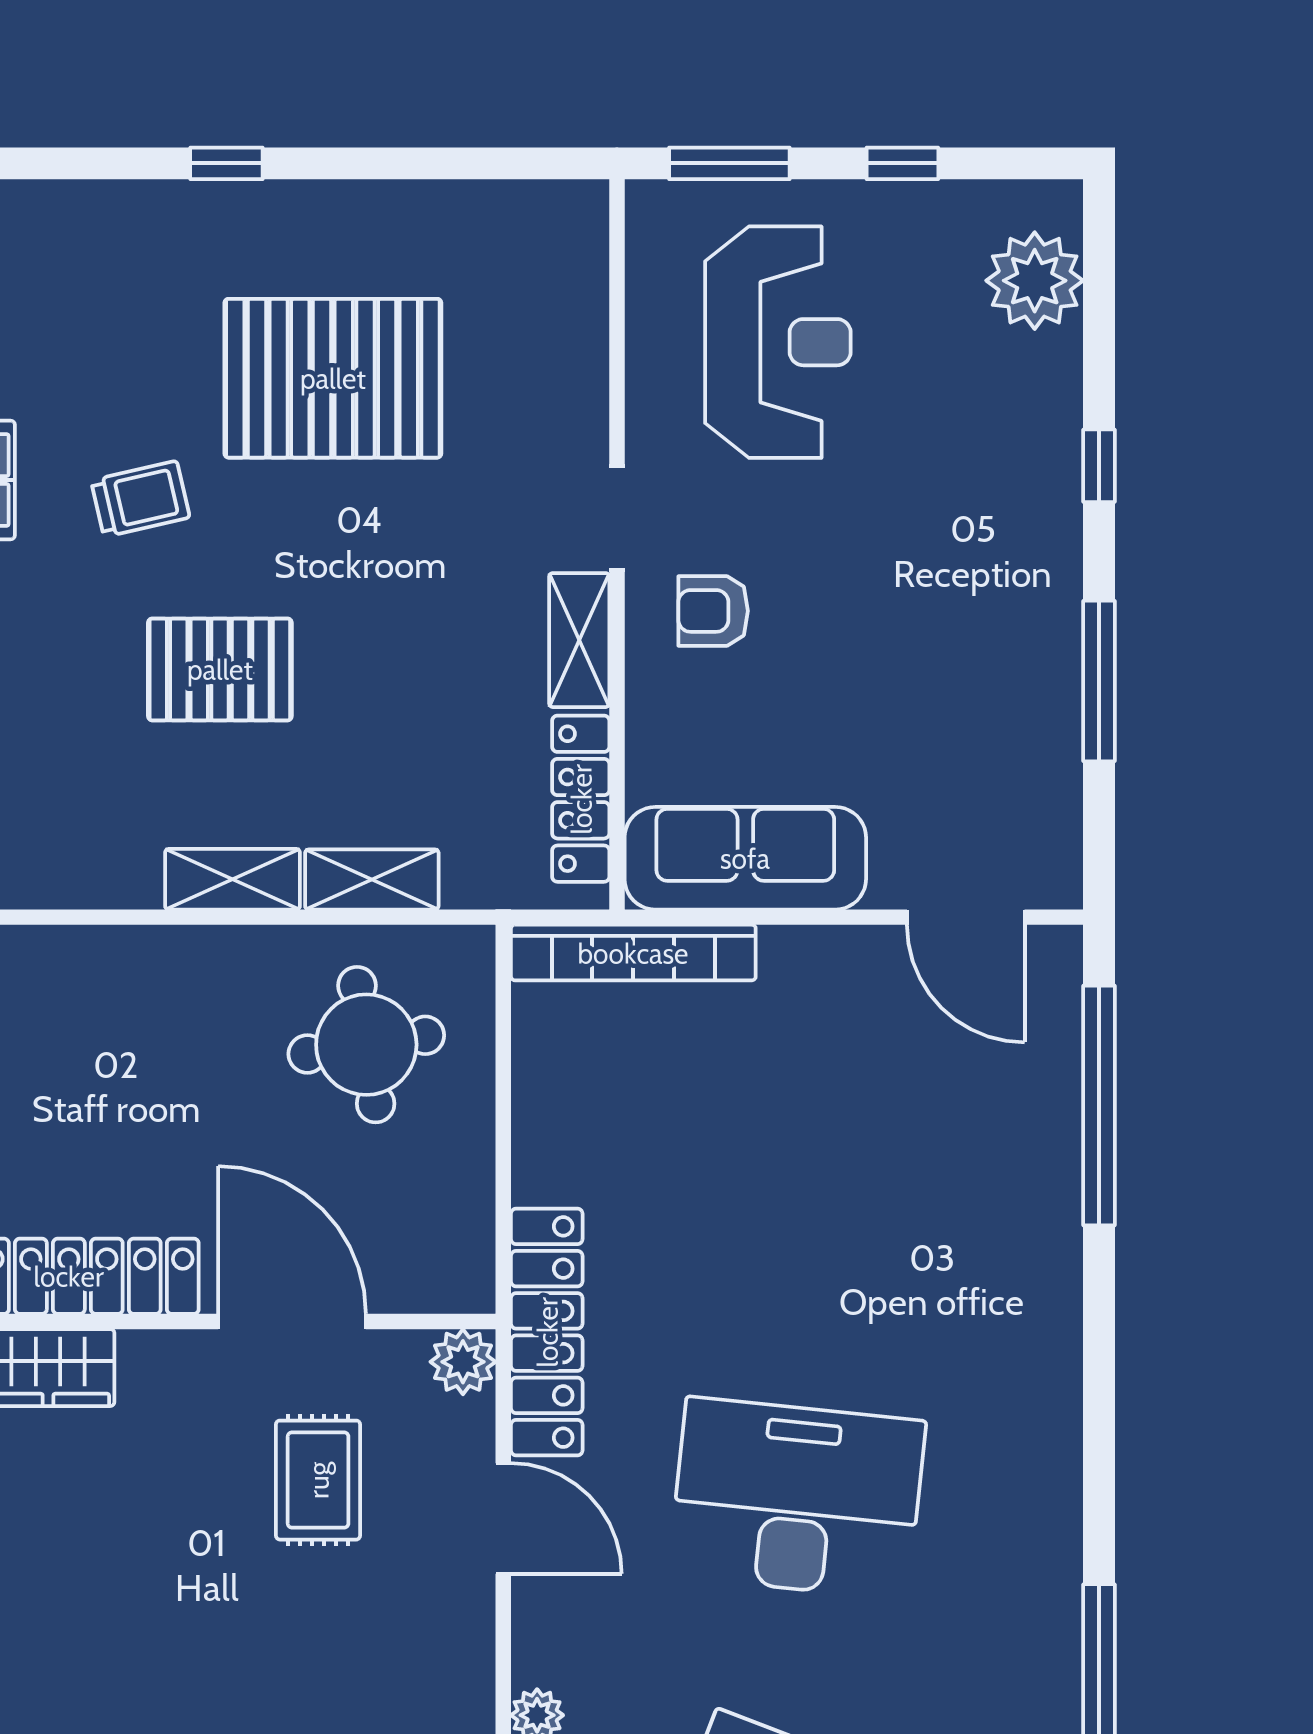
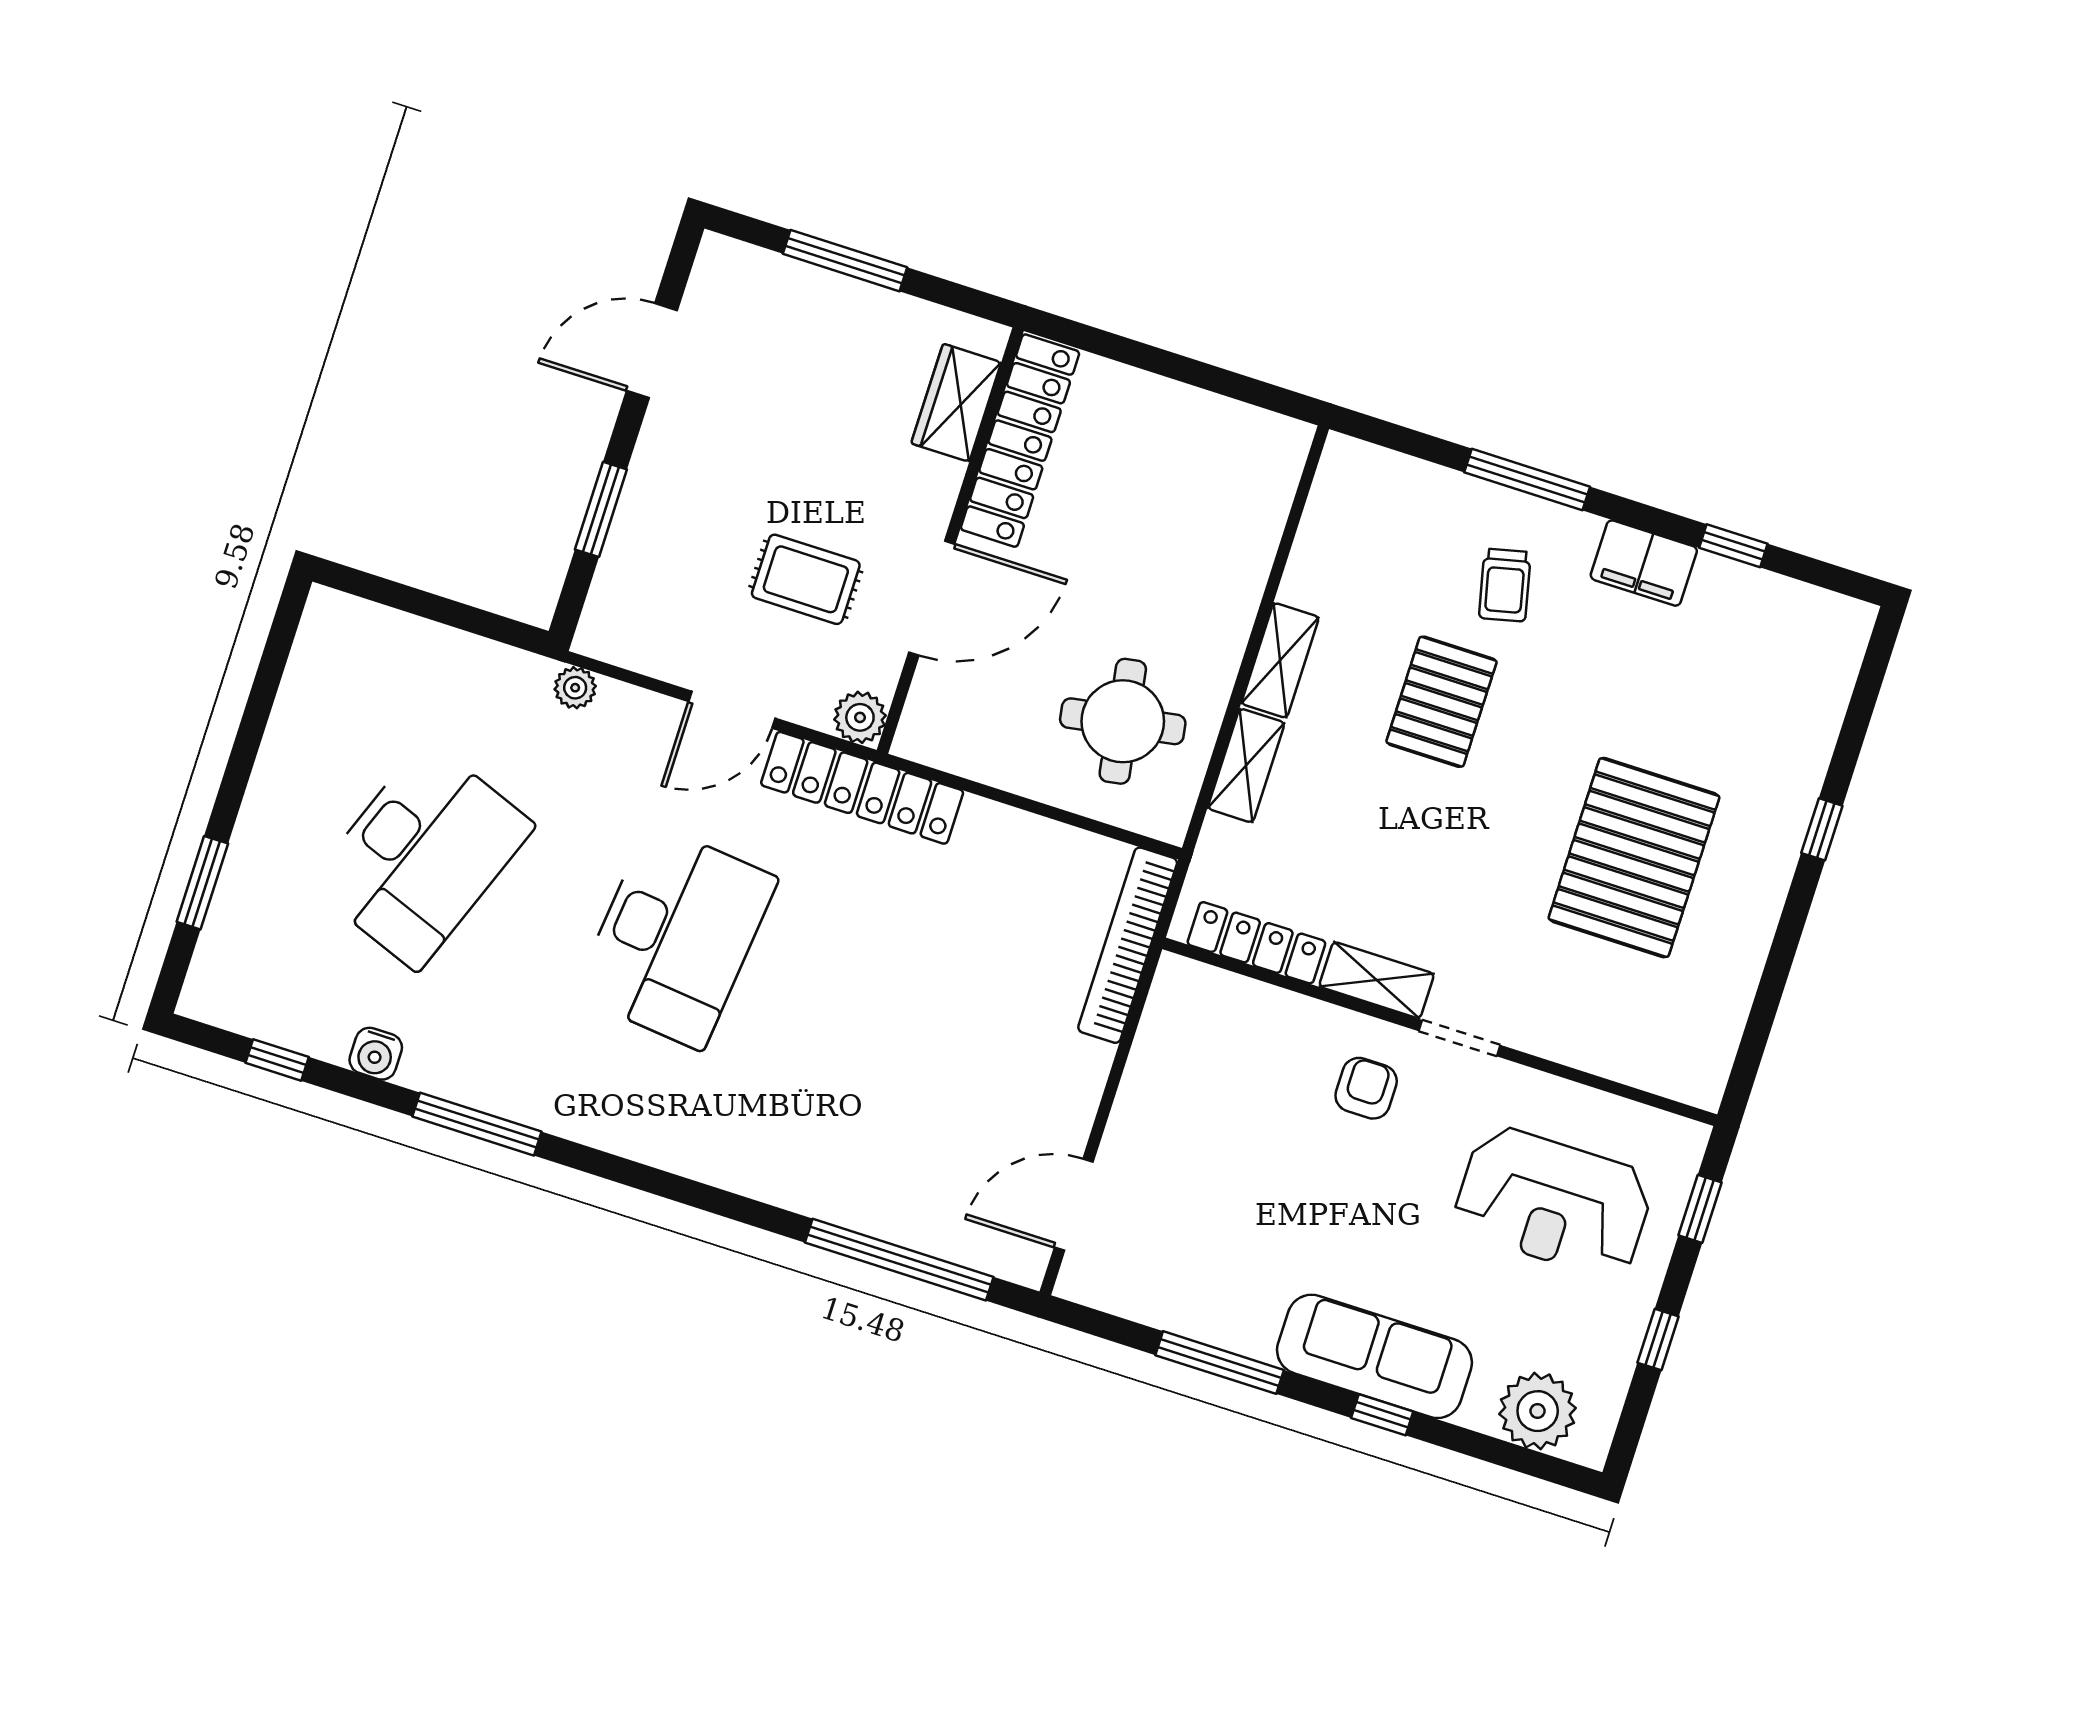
window: (729, 163) -> (1700, 1209), width x0.67
trolley: (140, 499) -> (1505, 585), moved
sofa: (745, 858) -> (1374, 1356), moved, turned -90

